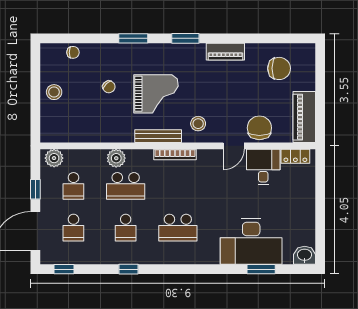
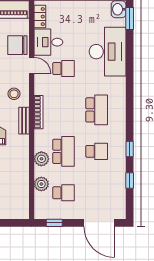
bench: (158, 136) -> (24, 121), width x0.73
plant: (54, 158) -> (41, 184), moved
window: (35, 189) -> (54, 223), moved
school desk: (73, 228) -> (63, 68), moved
window: (64, 269) -> (130, 181), moved
window: (261, 269) -> (130, 18), moved

